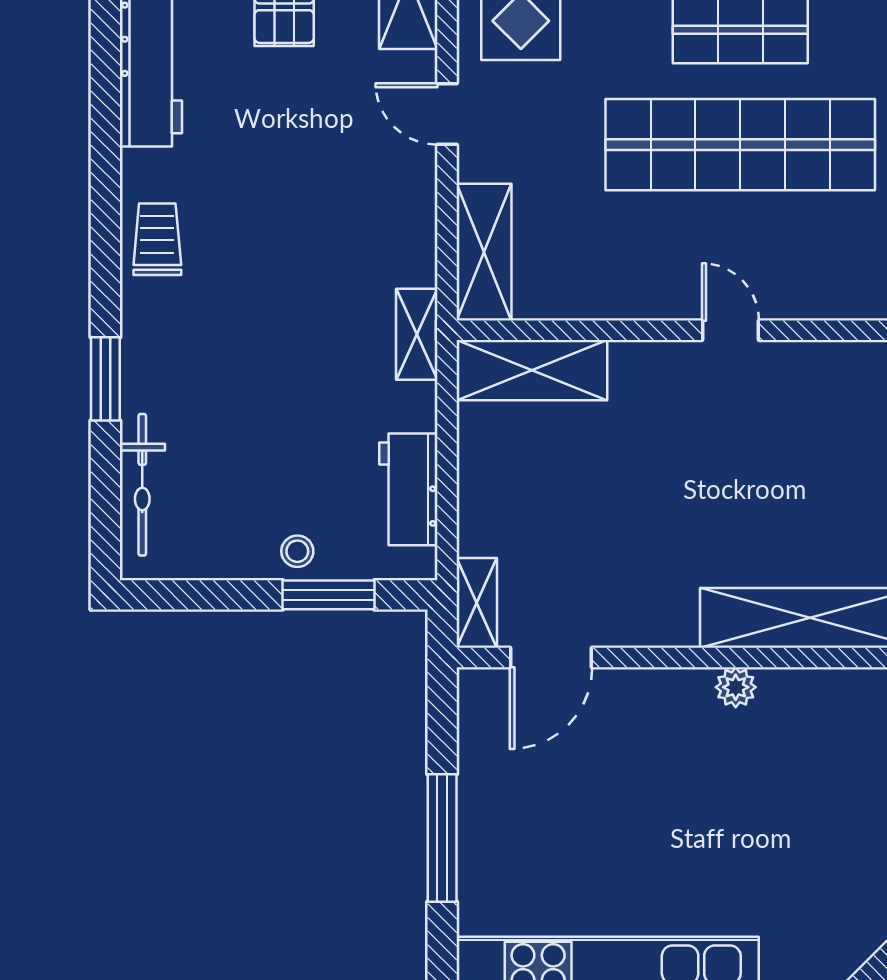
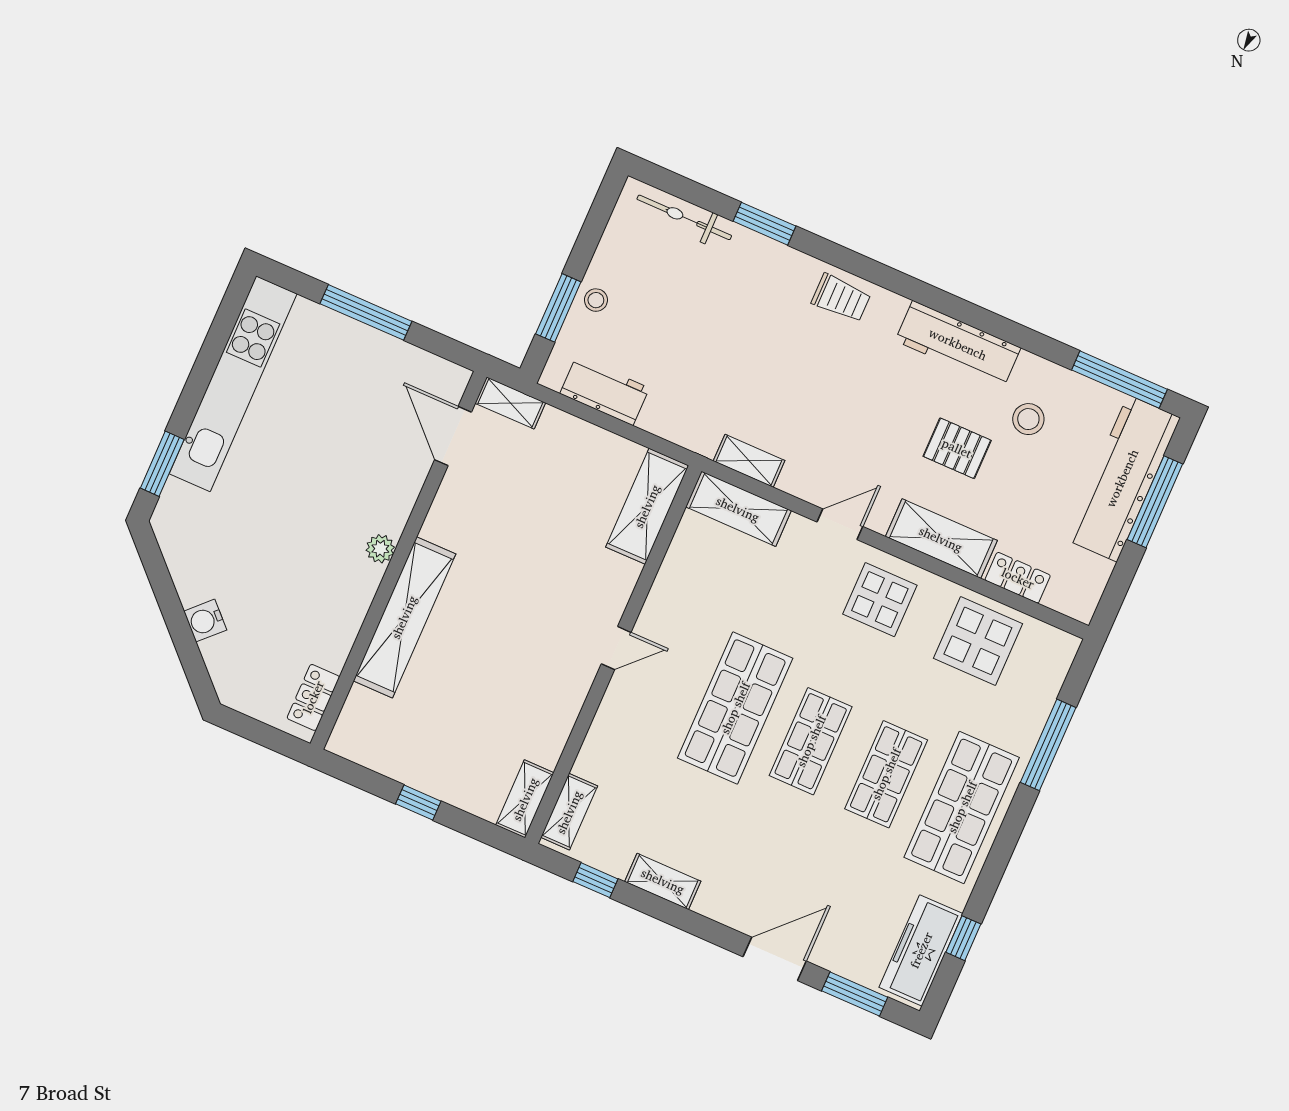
shop shelf: (740, 145) -> (735, 708), width x0.71
shelving: (417, 334) -> (749, 461), moved

